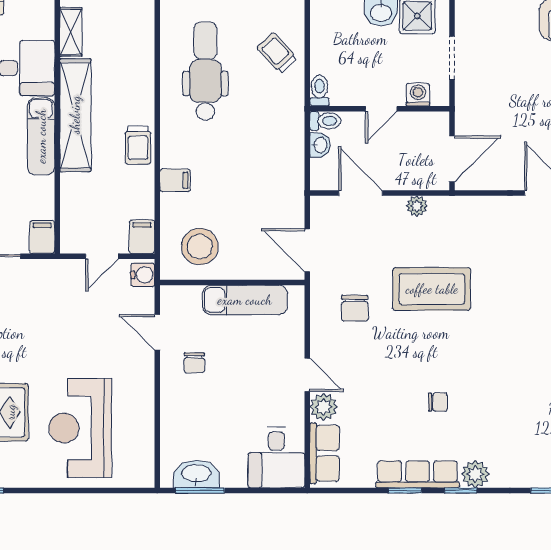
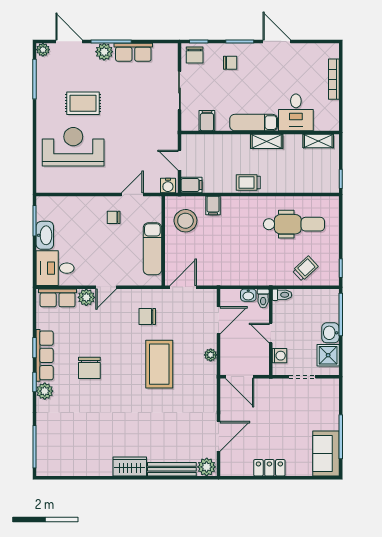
shelving: (75, 115) -> (267, 141), width x0.45, depth x0.75
filing cabinet: (175, 180) -> (213, 205), moved
filing cabinet: (42, 237) -> (207, 121), moved, turned -90
chair: (438, 402) -> (89, 368), width x1.87, depth x1.87
washbasin: (196, 474) -> (45, 235), moved

